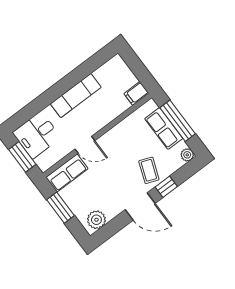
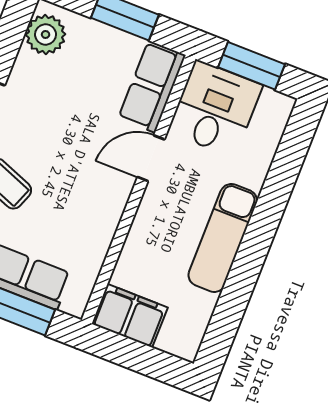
filing cabinet: (136, 93) -> (130, 316), width x2.00
desk: (37, 135) -> (215, 109), moved

